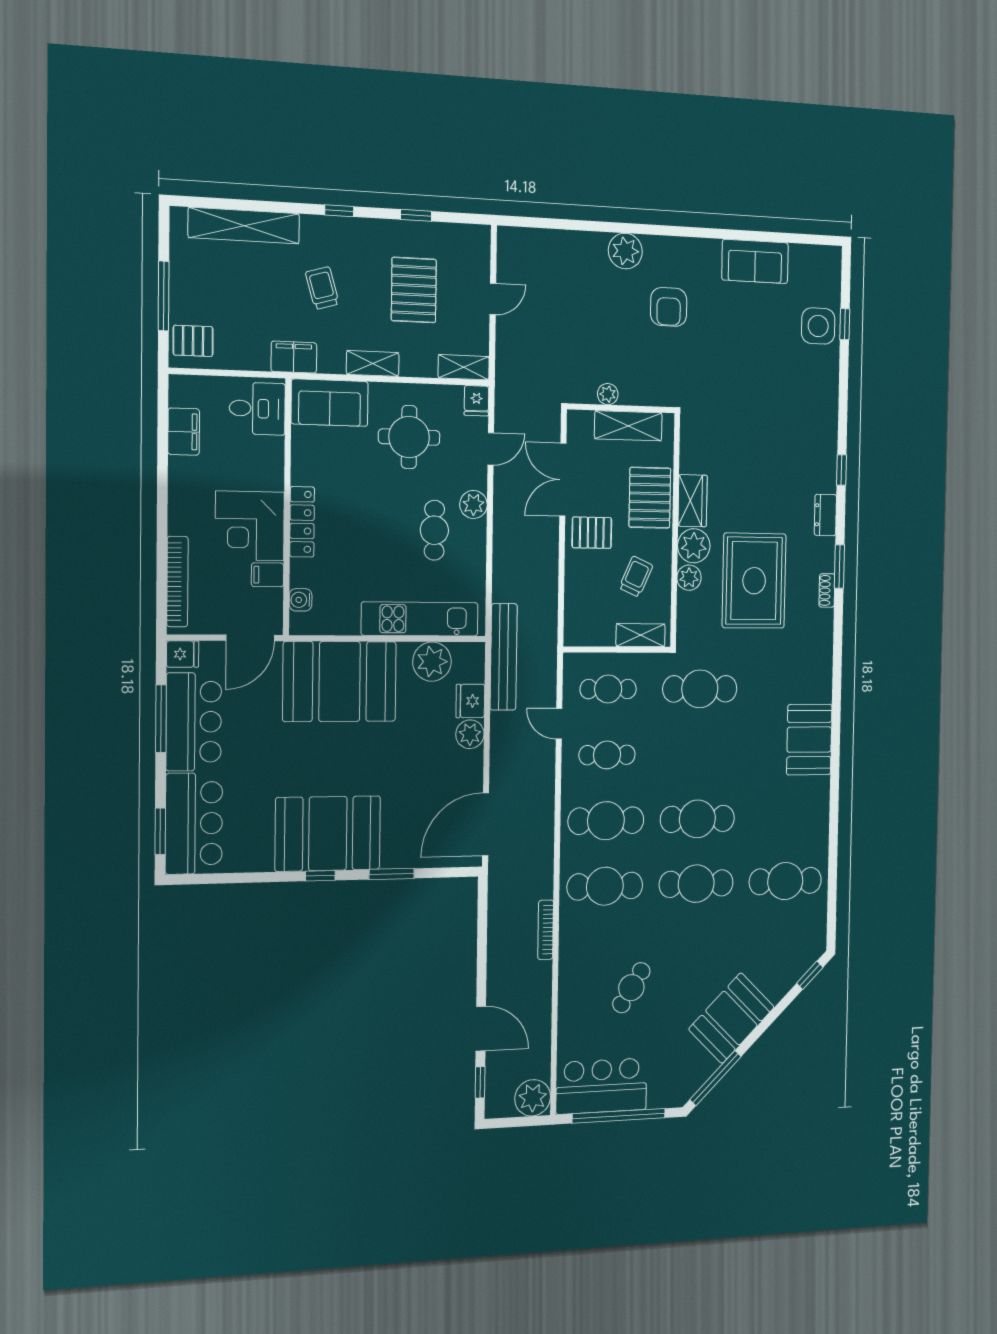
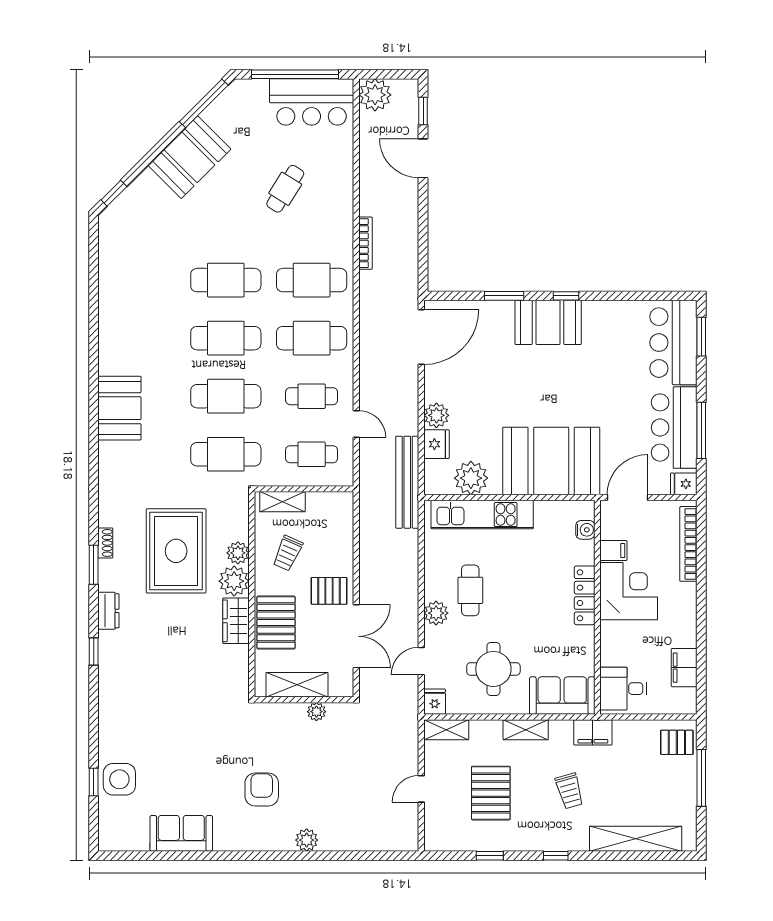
plant: (625, 251) -> (307, 840), width x0.73, depth x0.73
booth: (328, 834) -> (548, 322), width x0.73, depth x0.70
cafe table: (785, 881) -> (226, 396), moved

